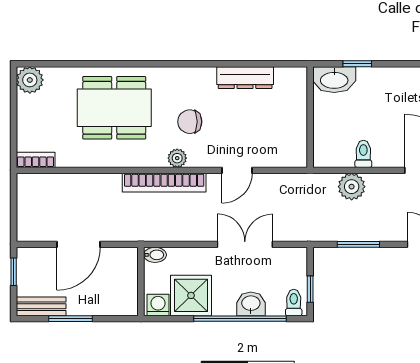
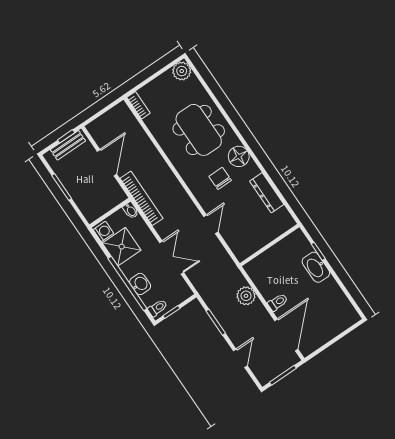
washbasin: (334, 80) -> (316, 267), moved
floor lamp: (179, 81) -> (239, 156), added
toilet: (363, 154) -> (278, 302), moved
plant: (177, 158) -> (194, 185), removed
door: (237, 170) -> (211, 224), swing flipped
bookcase: (164, 183) -> (141, 198), moved, turned 180
door: (79, 244) -> (107, 163), swing flipped
bench: (41, 306) -> (68, 145), moved, turned 90

